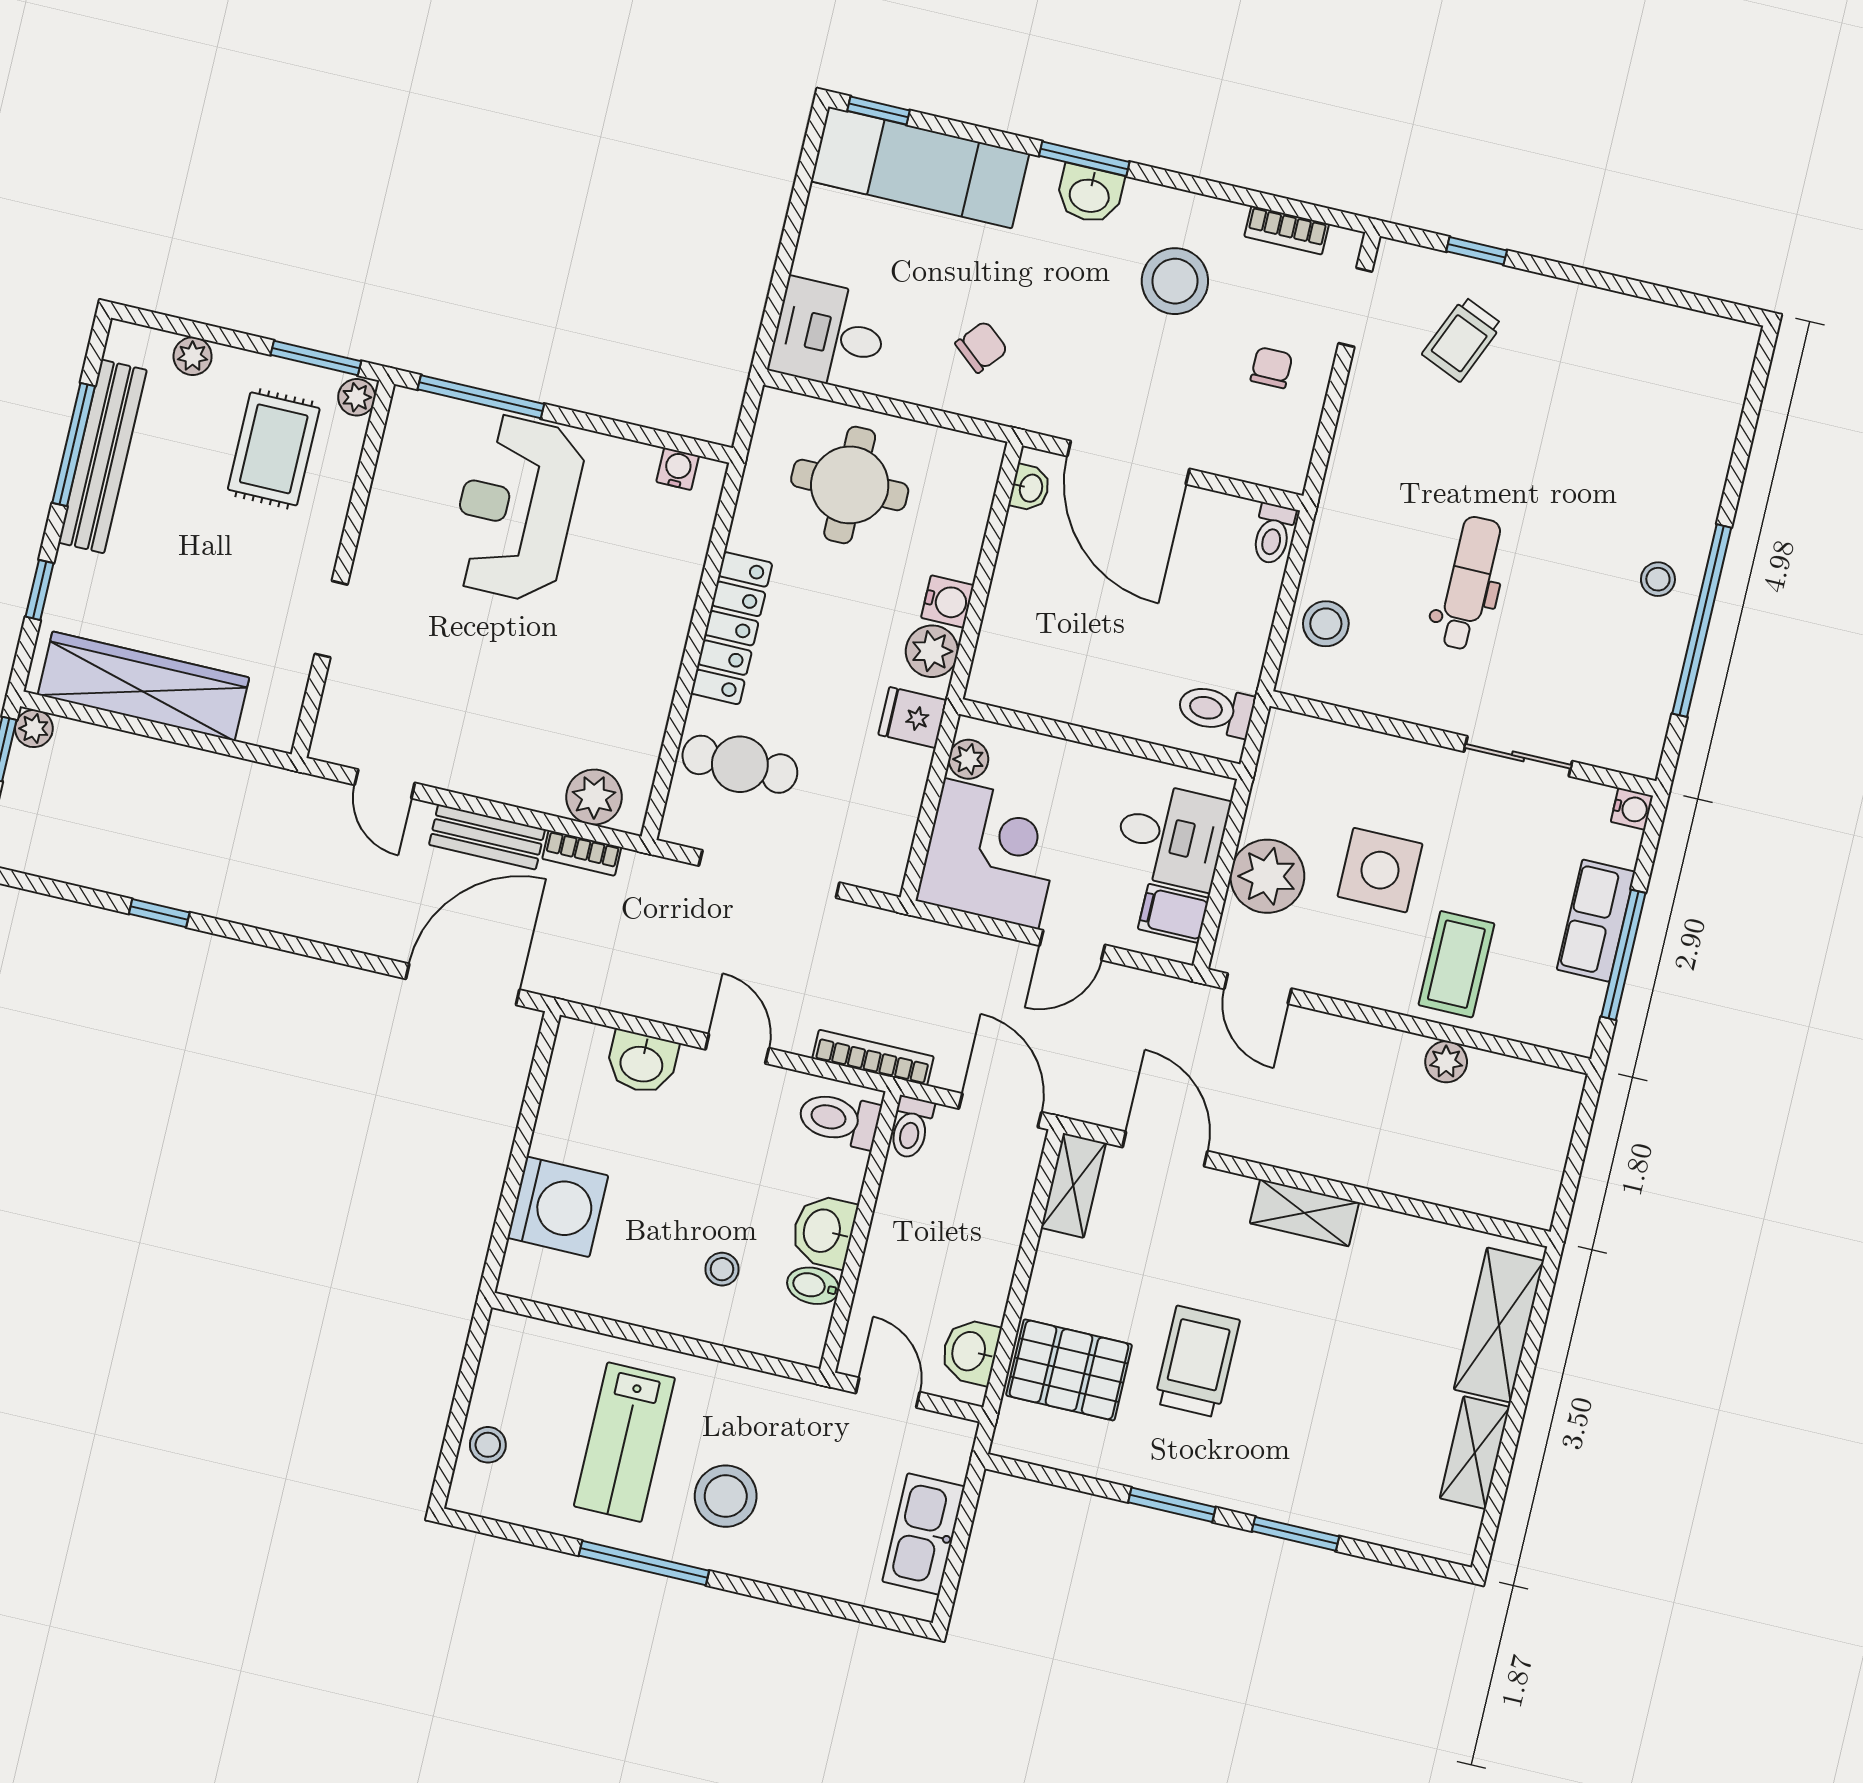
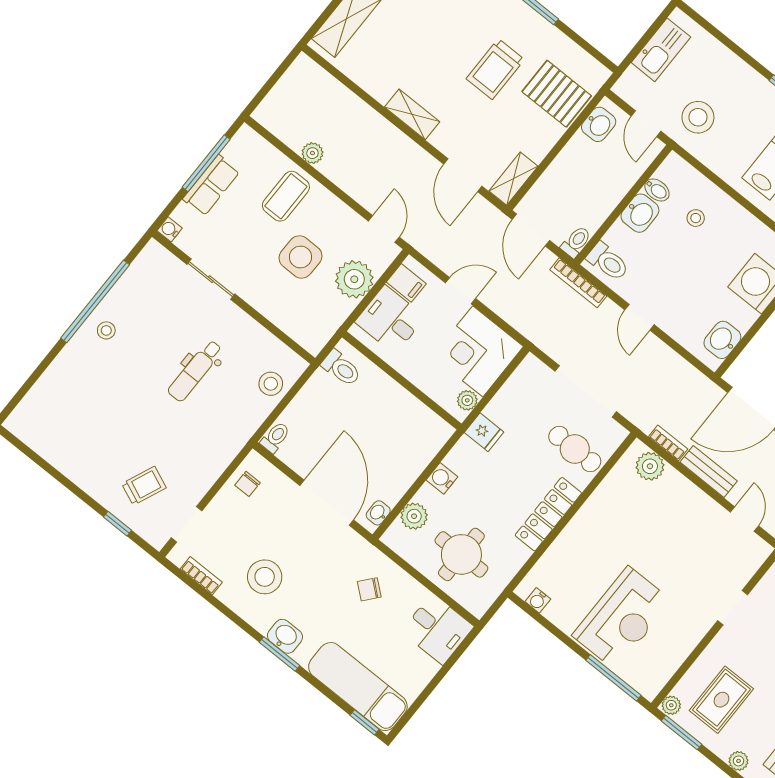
chair: (1271, 368) -> (248, 484), moved
plant: (932, 651) -> (414, 516), moved
washbasin: (642, 1063) -> (722, 340), moved, turned -90
stool: (726, 1496) -> (698, 117), moved

